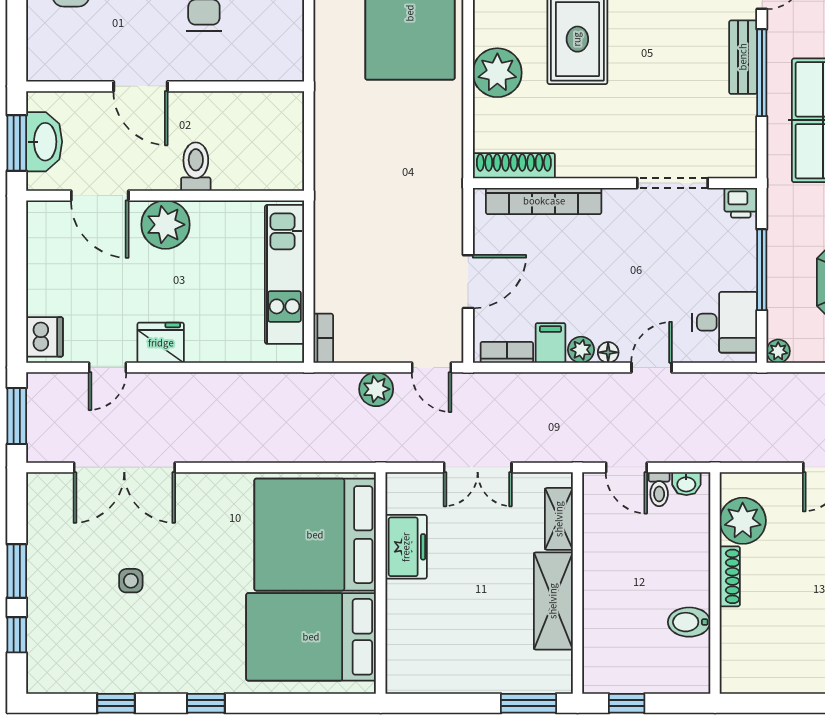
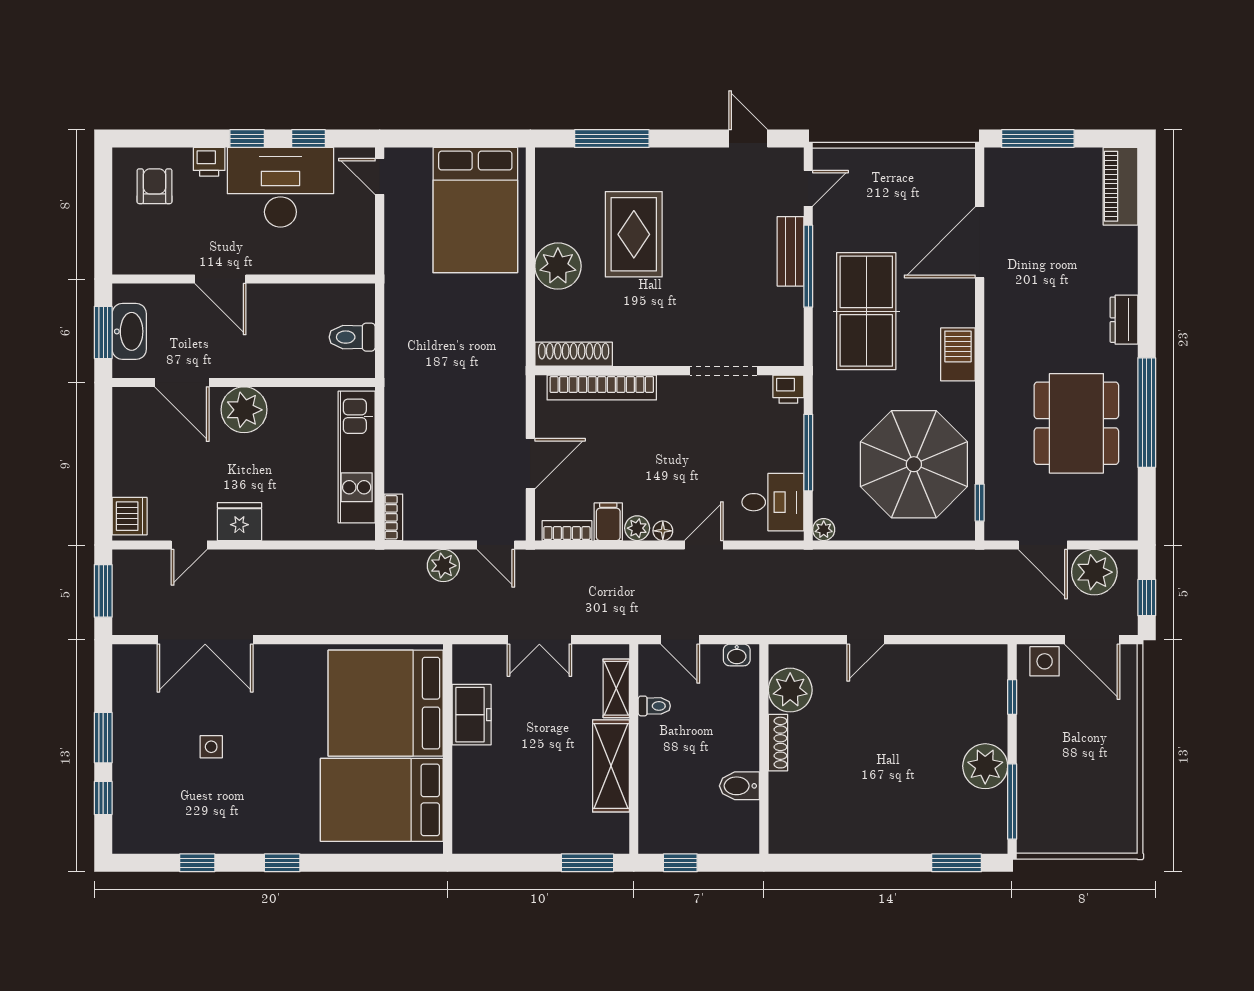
toilet: (196, 167) -> (352, 337), moved, turned -90
toilet: (659, 489) -> (654, 706), moved, turned -90

